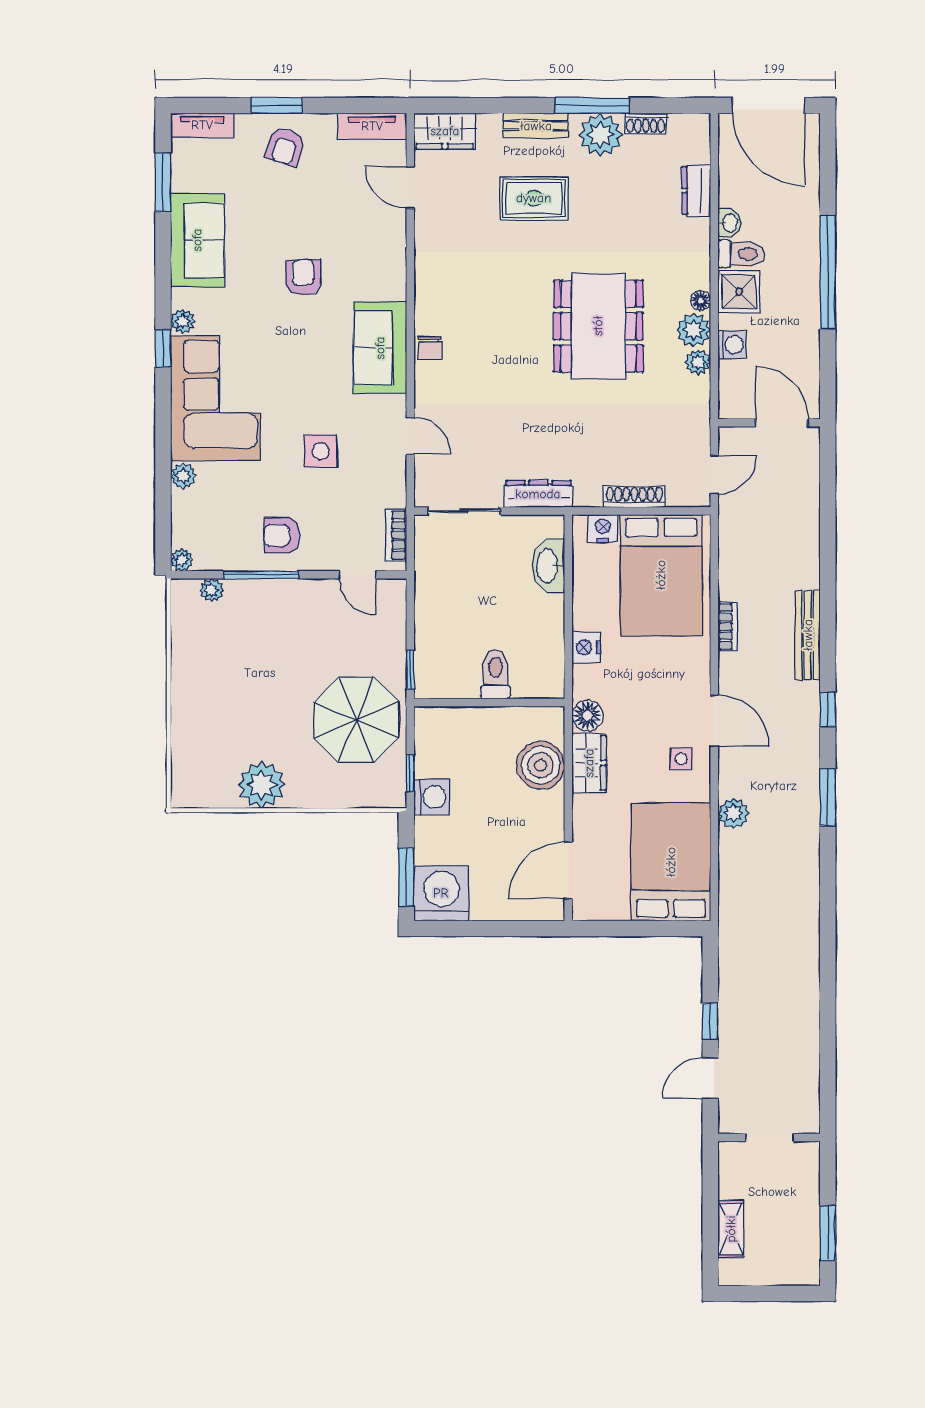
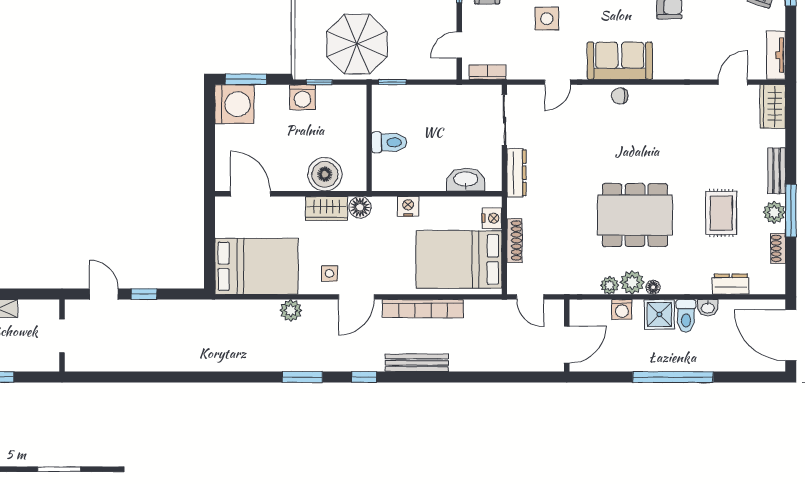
door: (768, 106) -> (791, 335), hinge flipped
plant: (600, 135) -> (774, 212), width x0.73, depth x0.73
rug: (534, 198) -> (721, 213), moved
bookcase: (728, 626) -> (423, 309), width x2.31, depth x1.31

